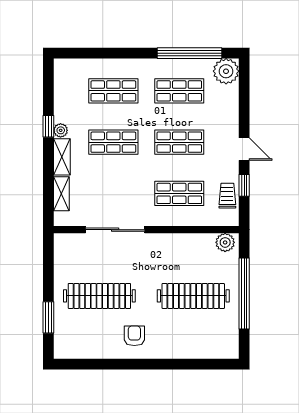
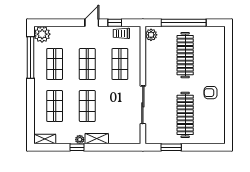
shelving: (61, 194) -> (45, 139), moved
window: (48, 317) -> (171, 147), moved

